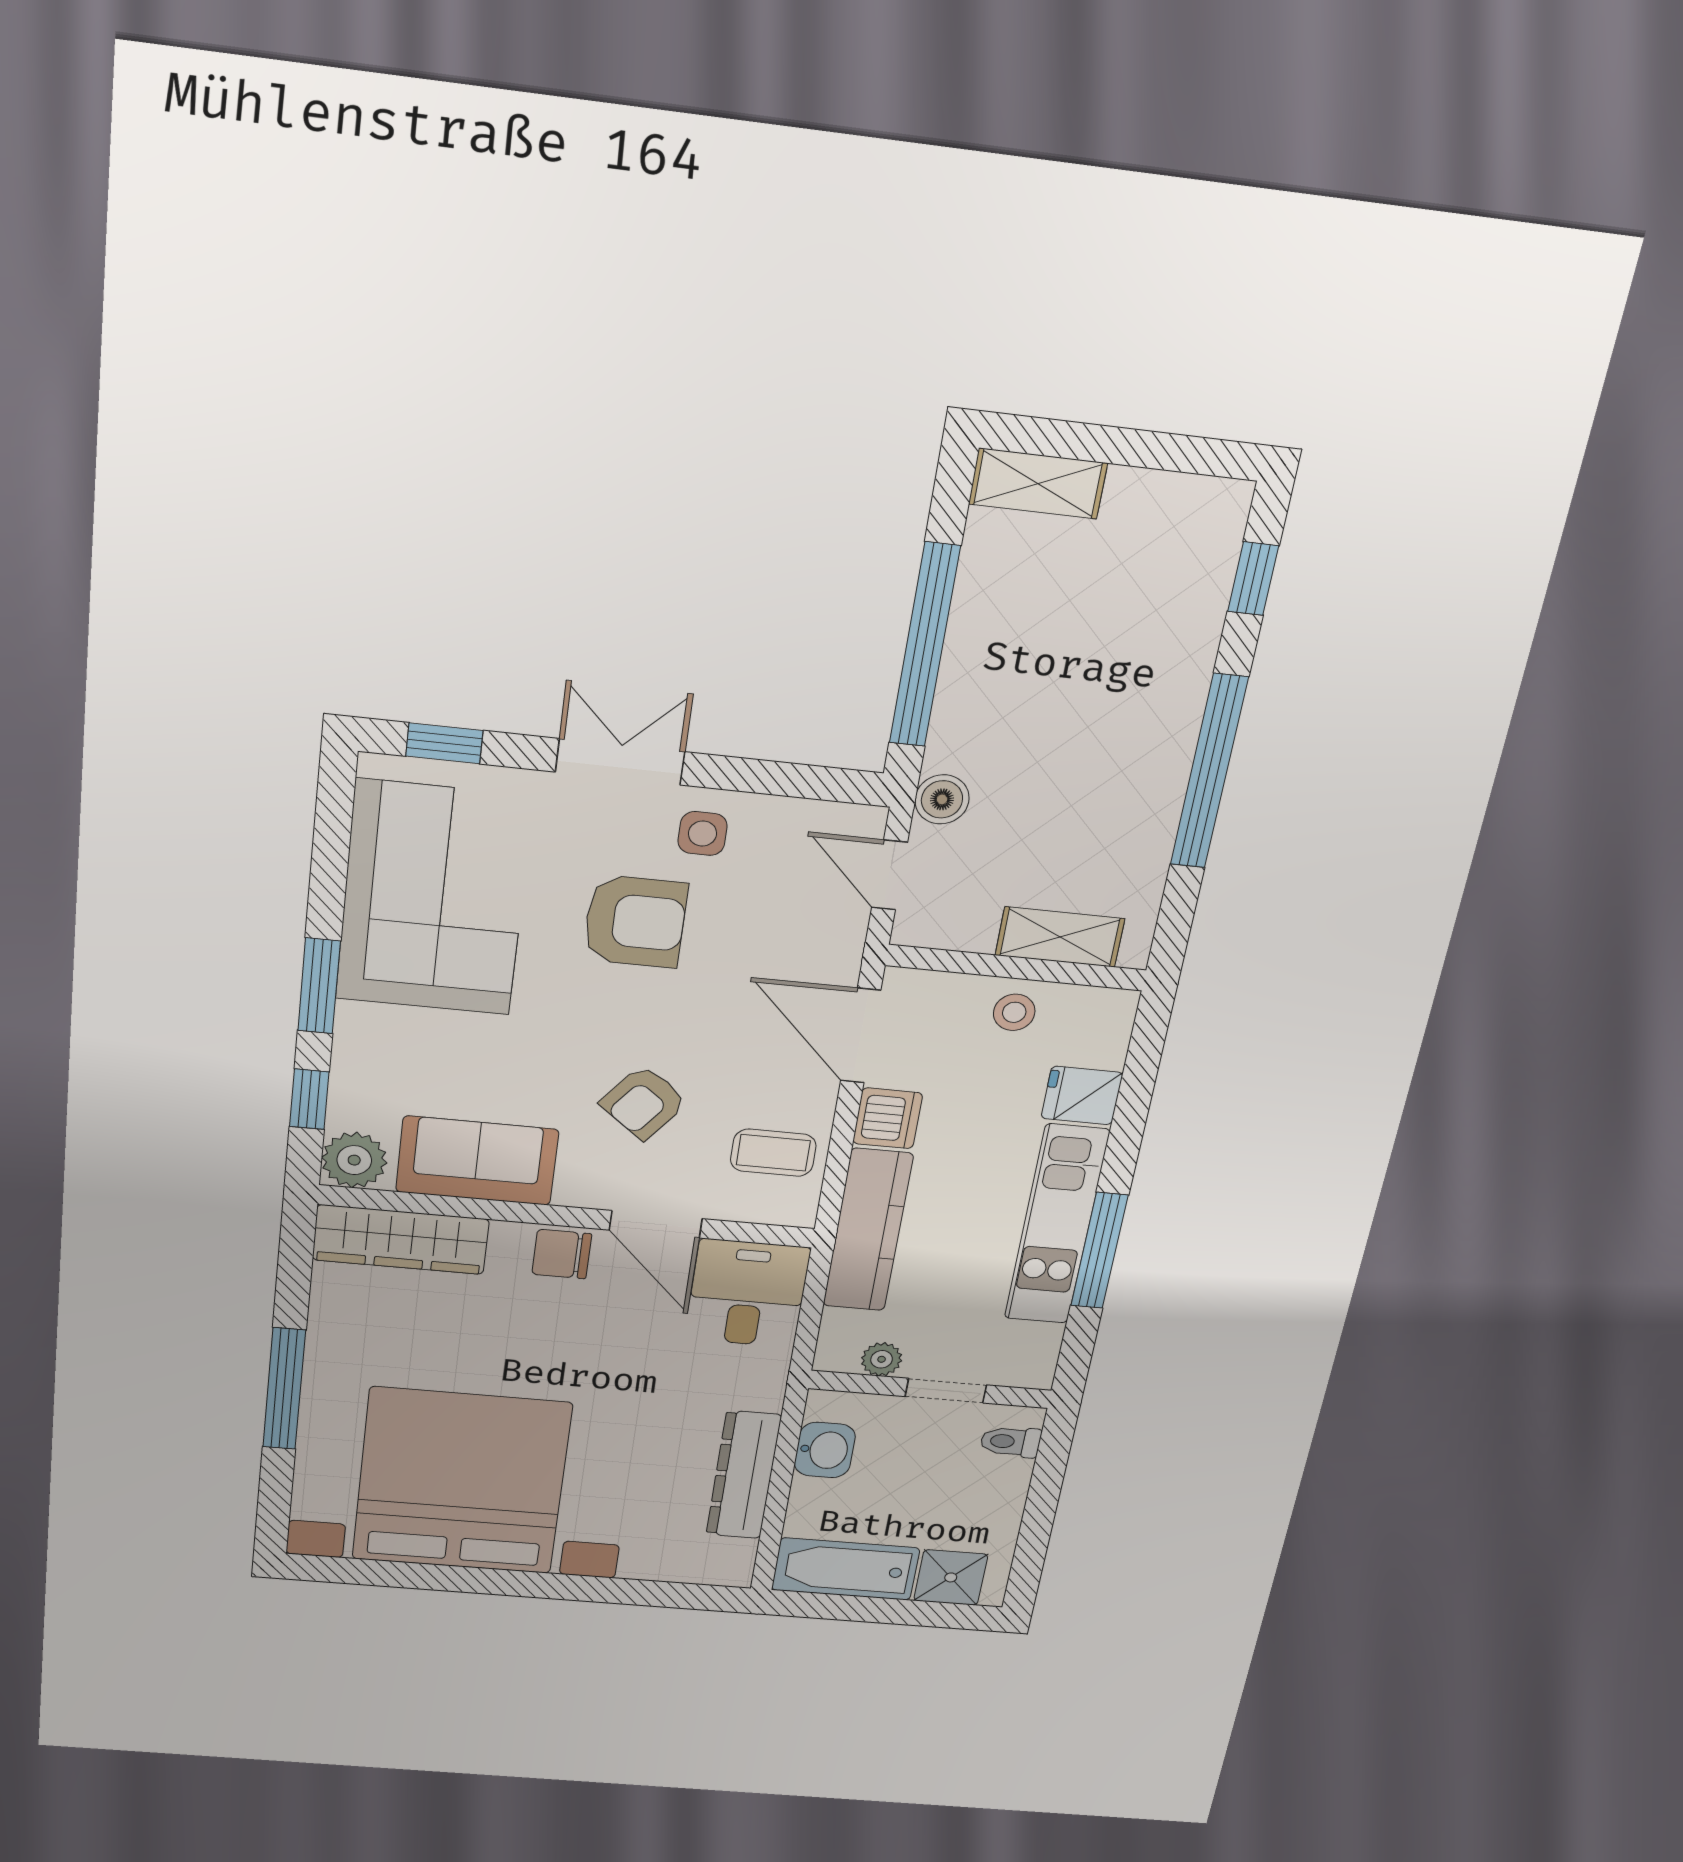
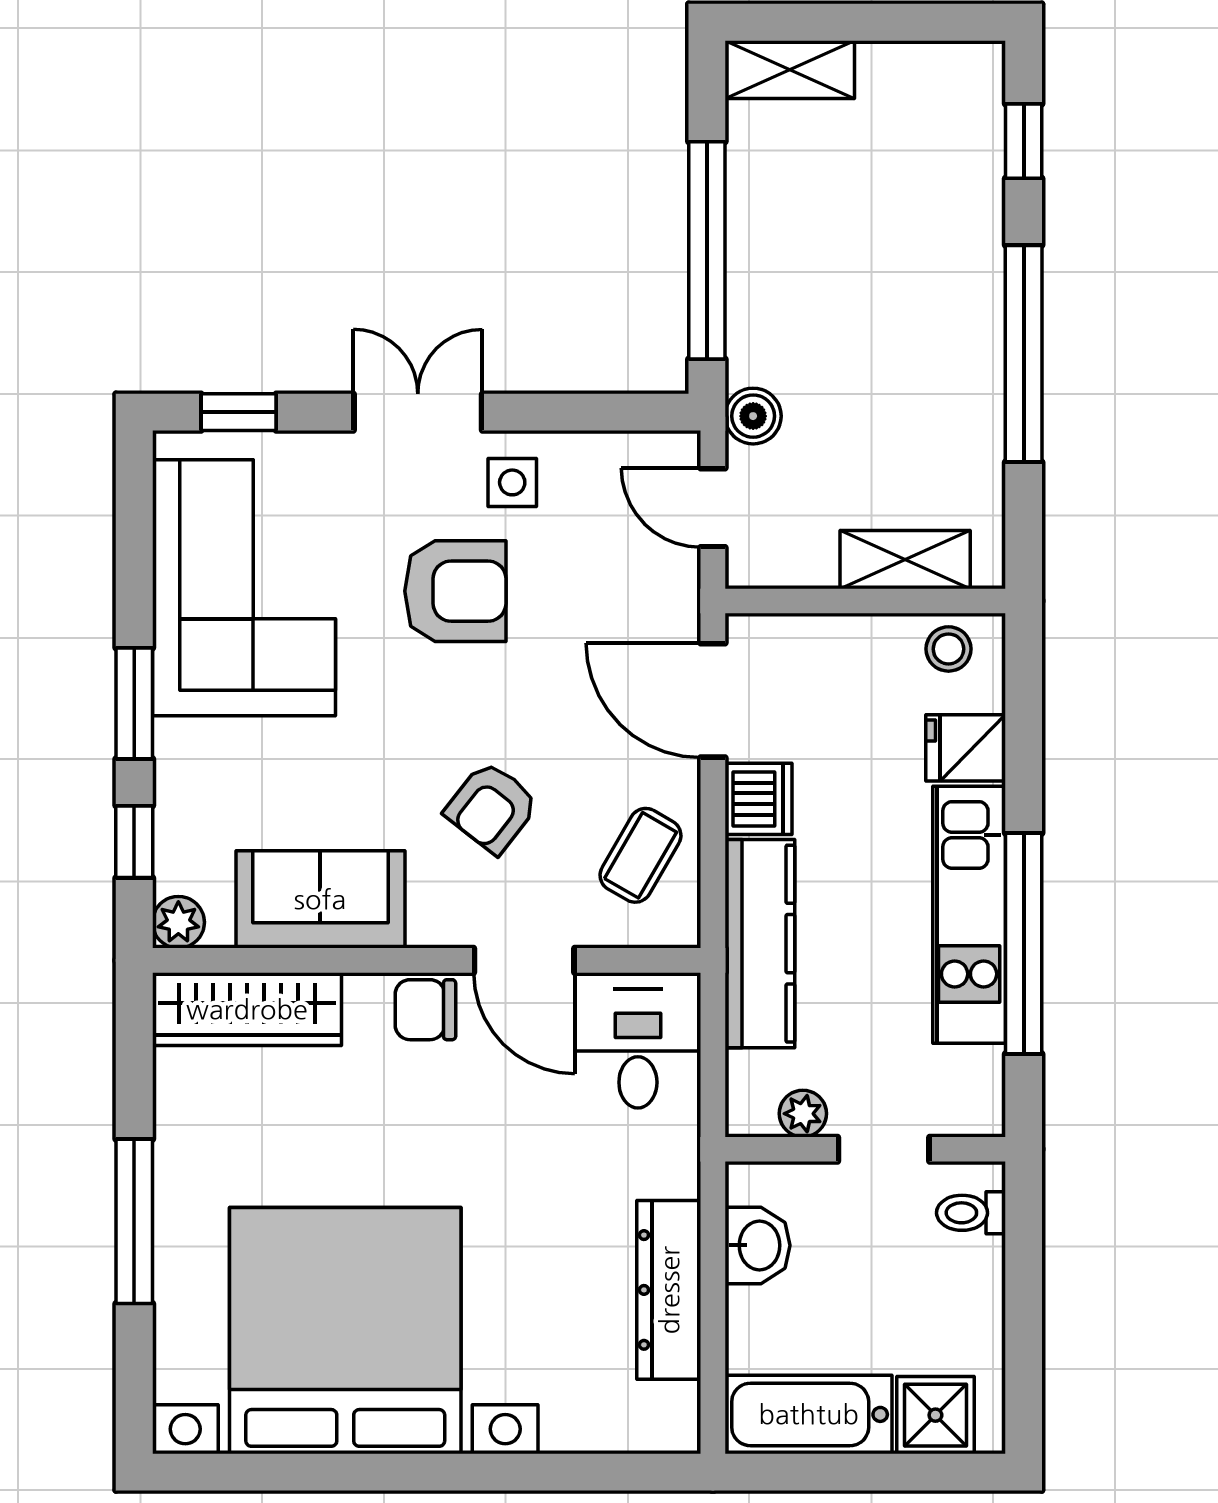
stool: (1014, 1012) -> (948, 649), moved
coffee table: (773, 1153) -> (640, 855), turned -60
plant: (354, 1160) -> (178, 922), width x0.73, depth x0.73
window: (1099, 1251) -> (1024, 943), width x1.46

